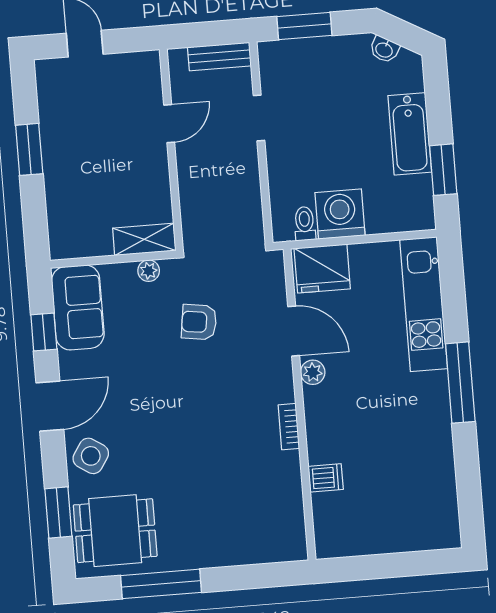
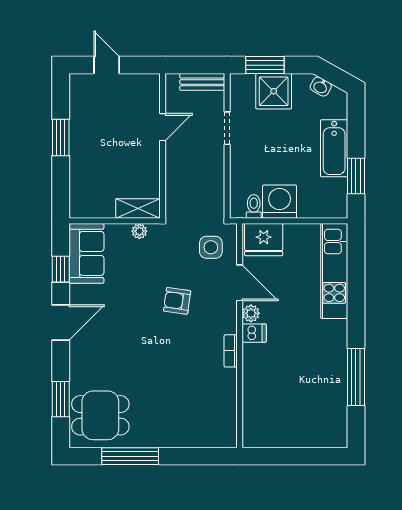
shower: (319, 61) -> (274, 91), added
armchair: (199, 322) -> (177, 301), moved
window: (460, 383) -> (356, 377), moved
side table: (91, 456) -> (211, 247), moved, turned -33
dishwasher: (326, 478) -> (254, 333), moved

